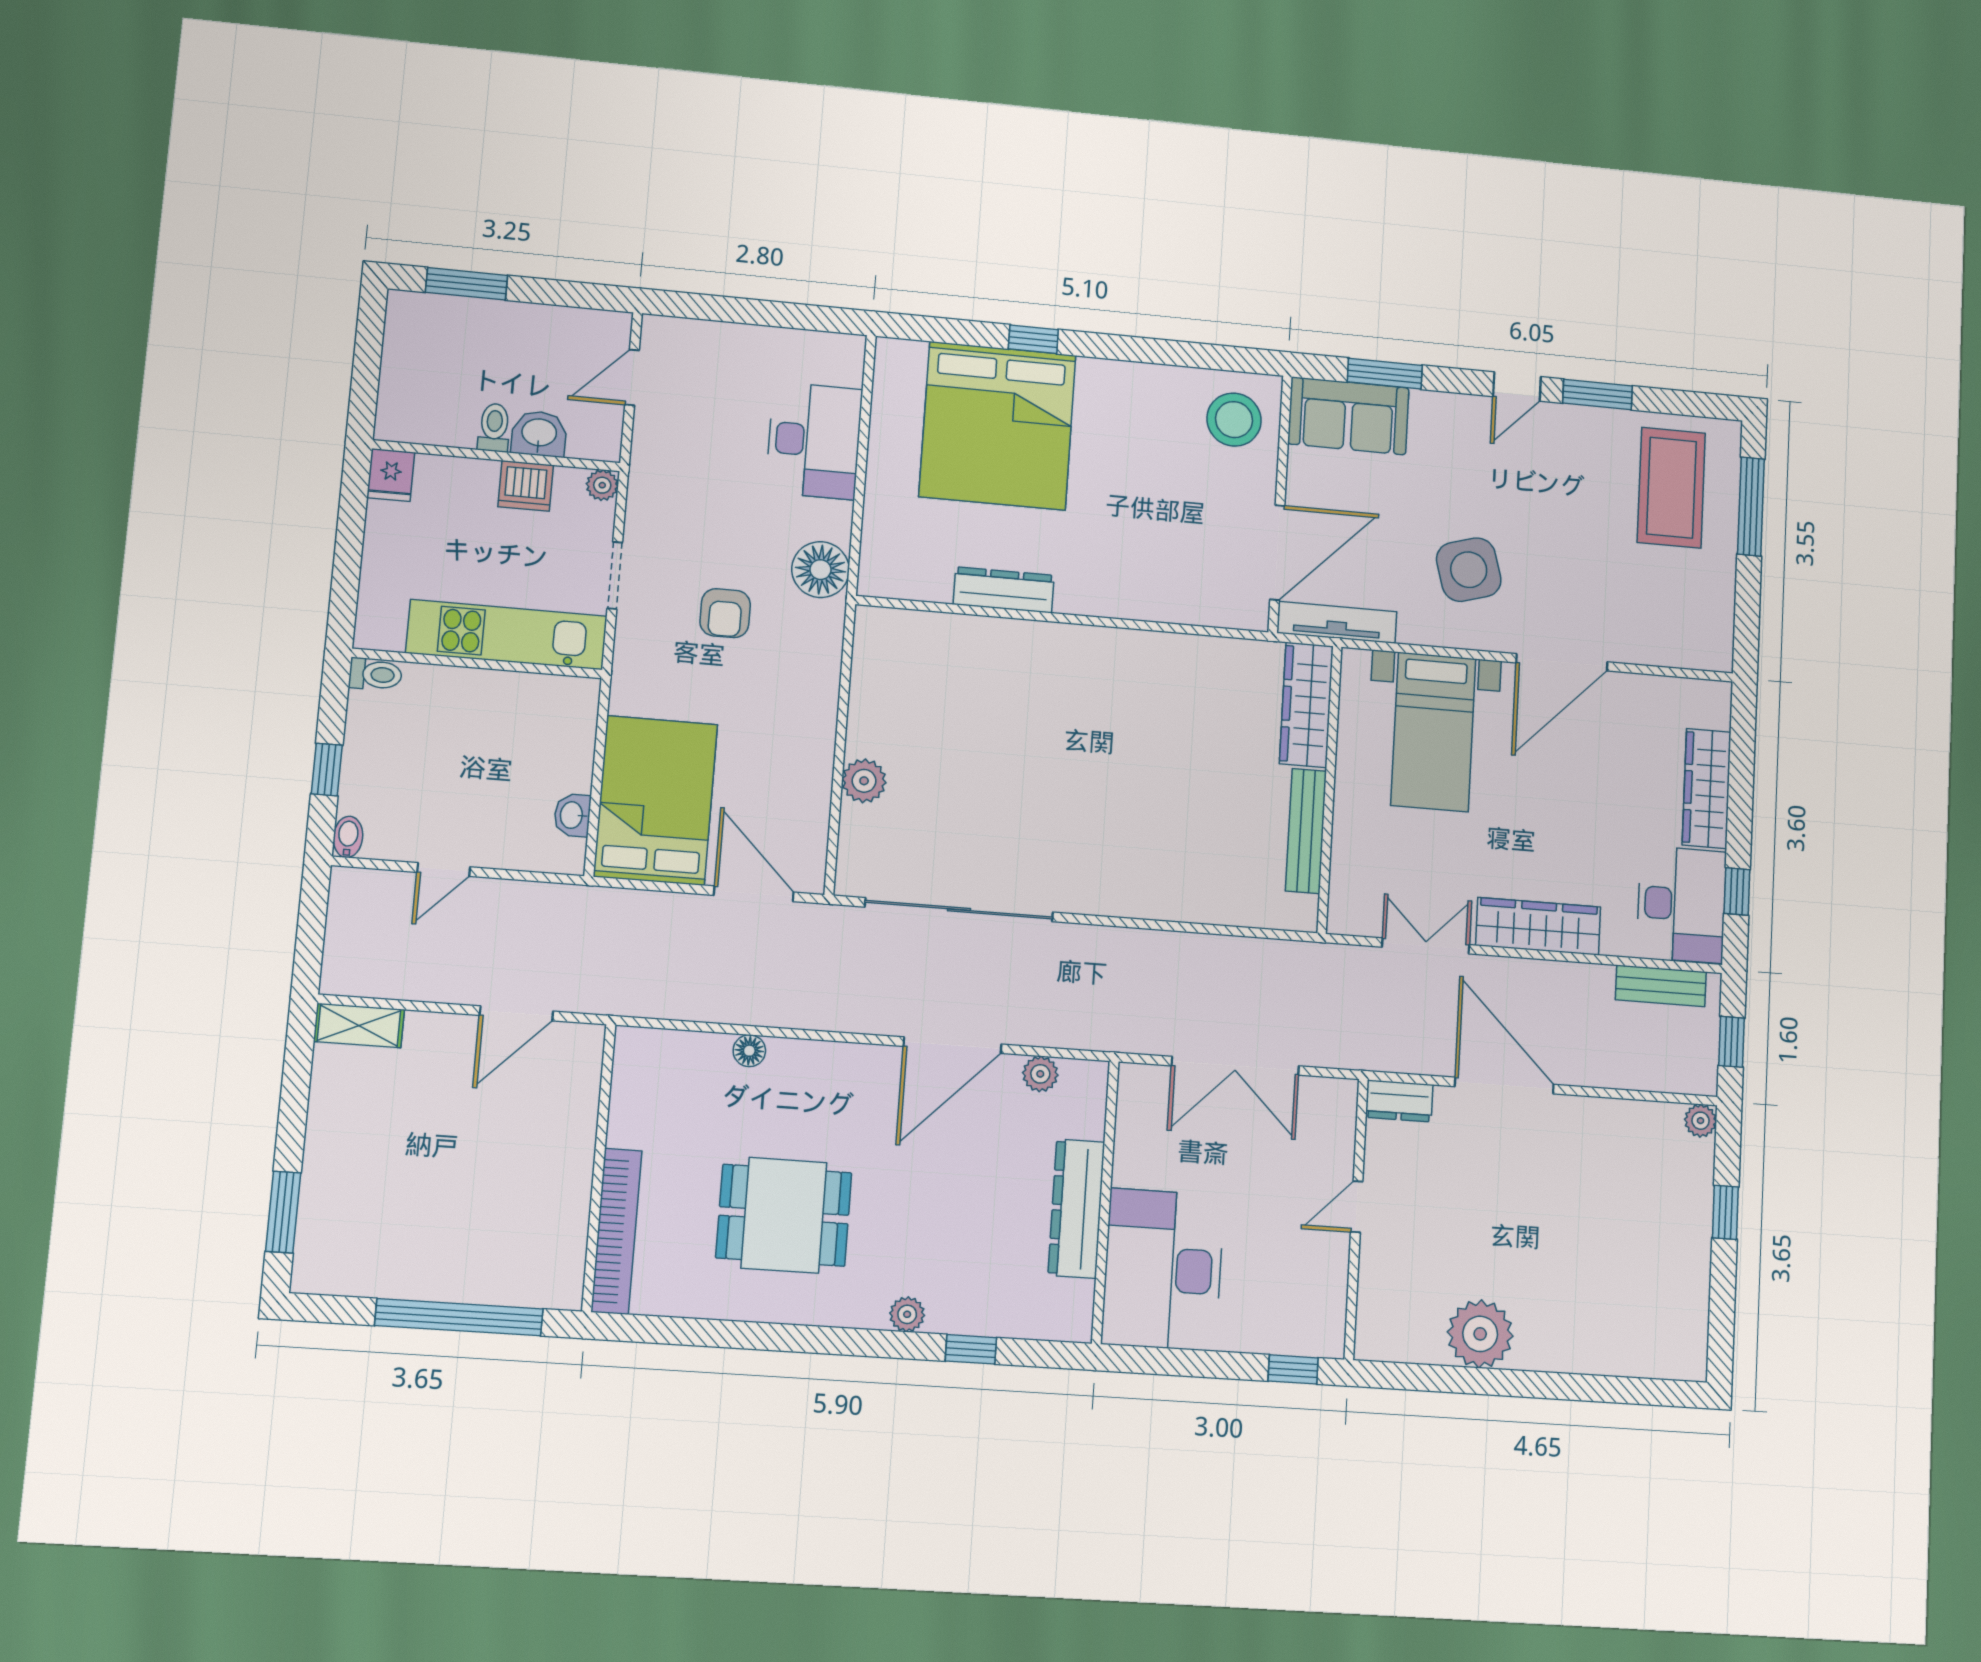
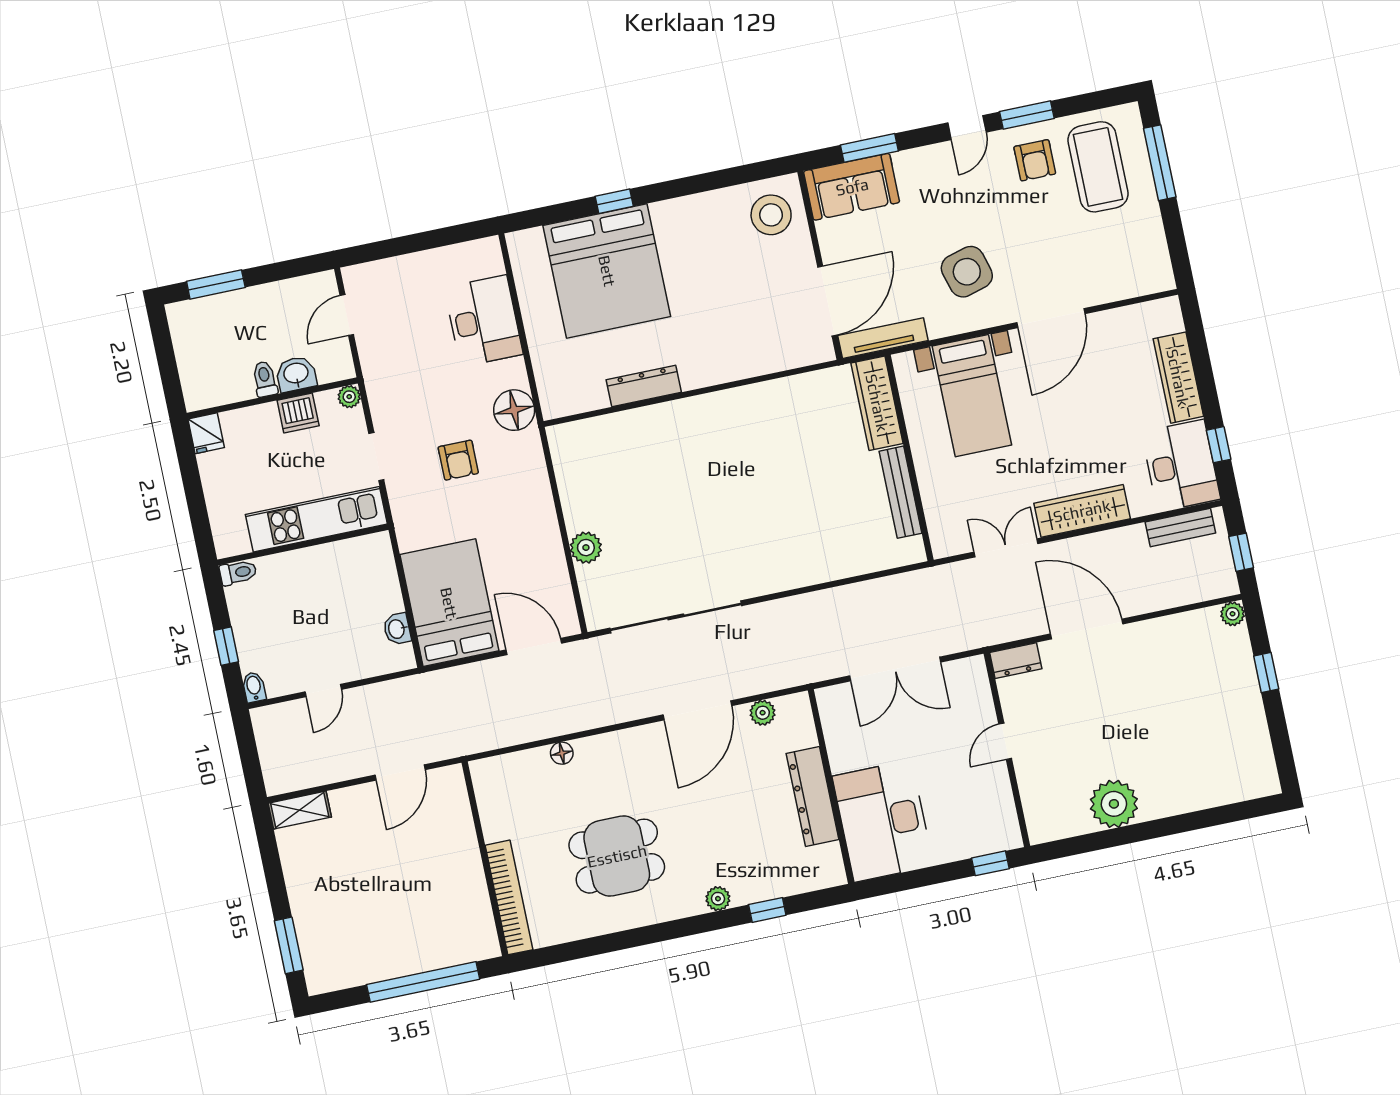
armchair: (1593, 455) -> (1035, 160), added

